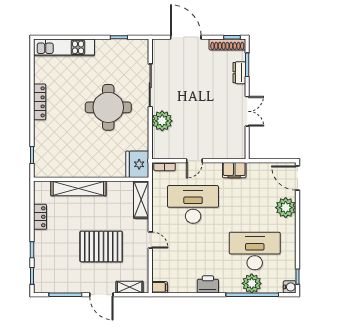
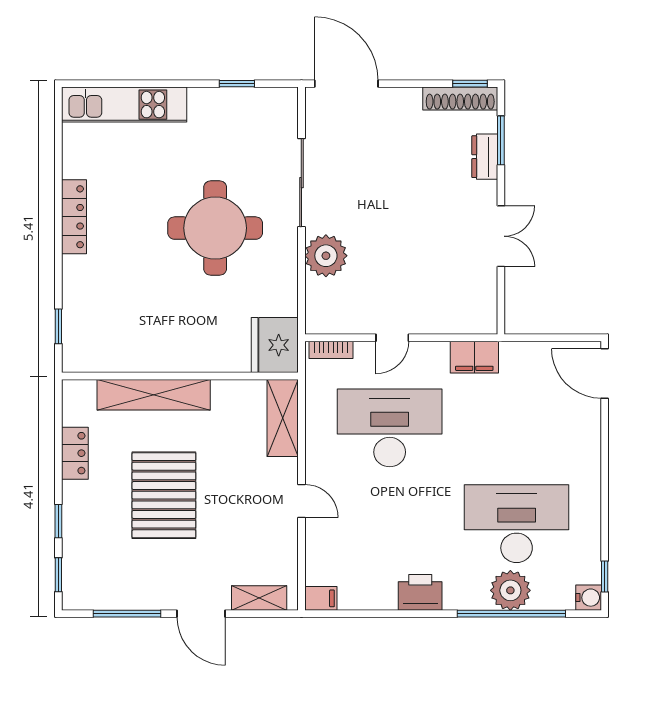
door: (186, 37) -> (346, 84), moved
plant: (286, 208) -> (580, 434), removed
pallet: (101, 246) -> (164, 495), moved, turned 90

